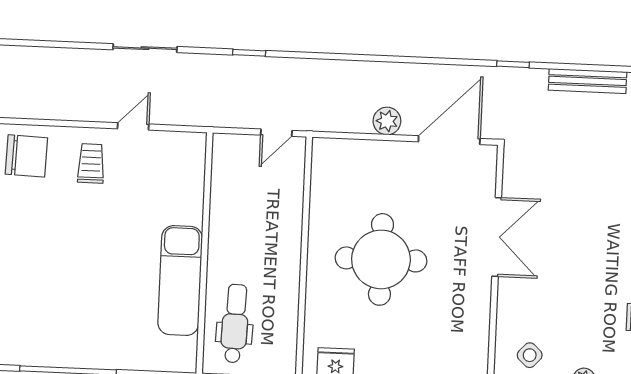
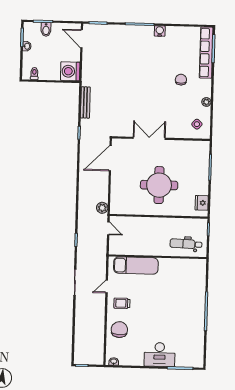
plant: (387, 121) -> (102, 208), moved
door: (133, 126) -> (107, 287), hinge flipped
door: (449, 140) -> (110, 158), hinge flipped
exam couch: (180, 280) -> (136, 265), moved

